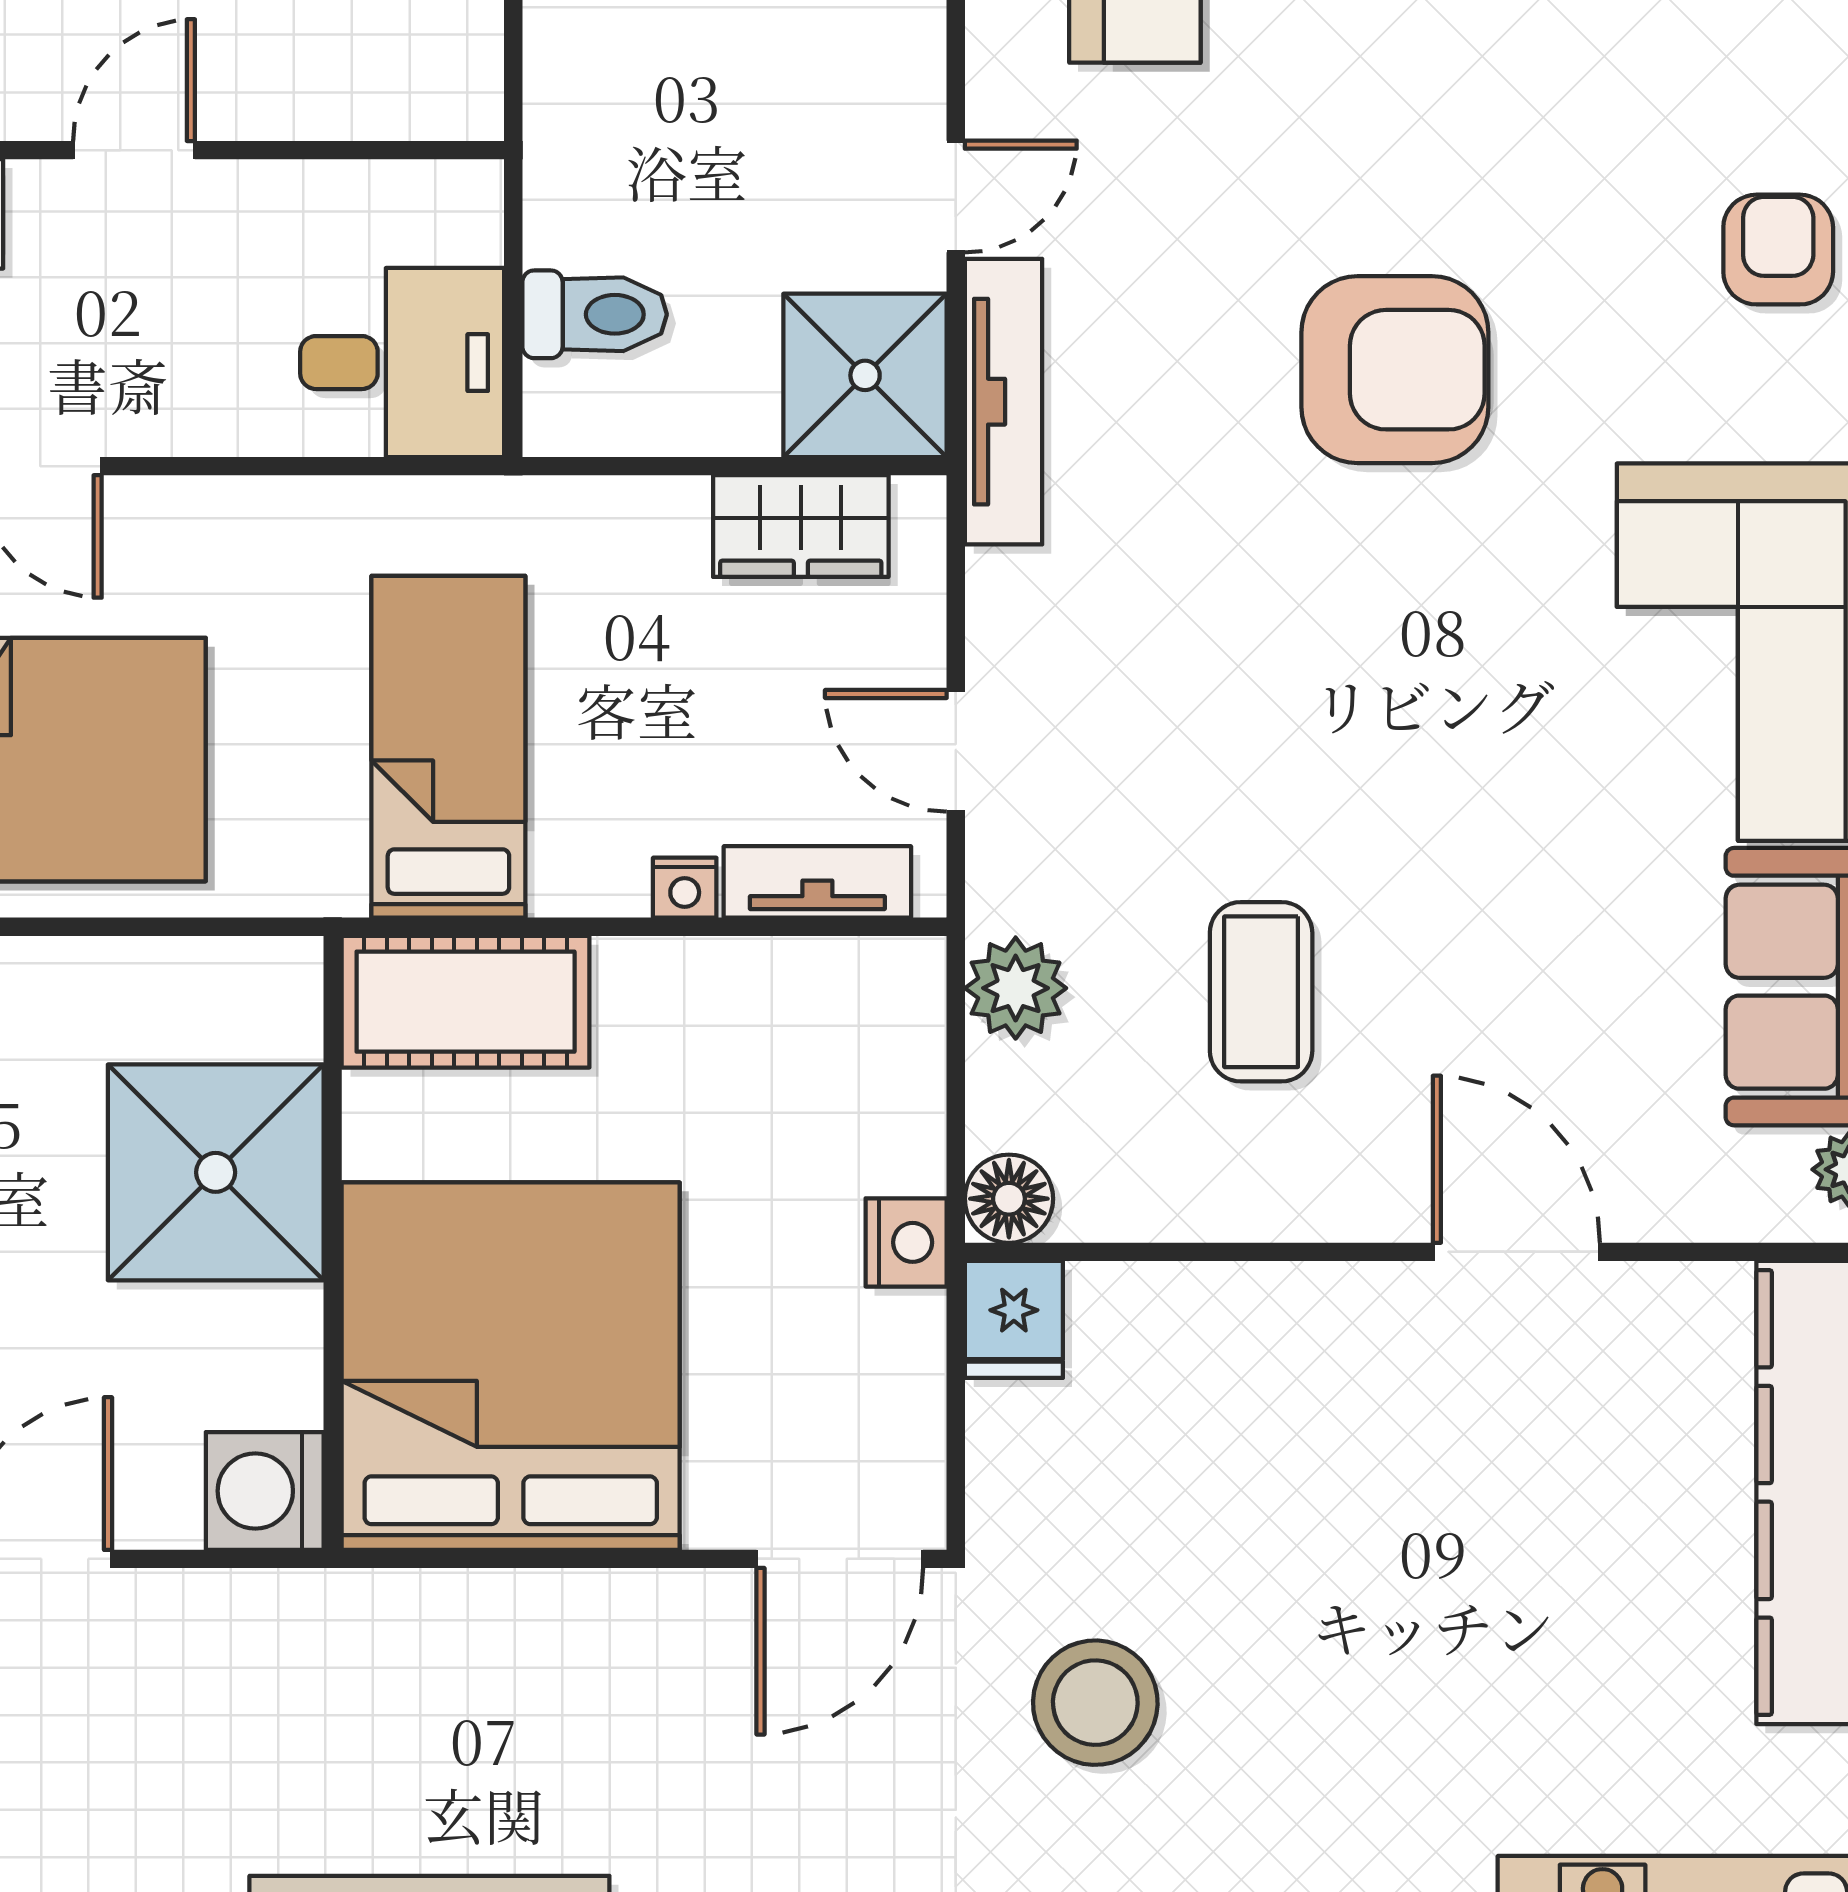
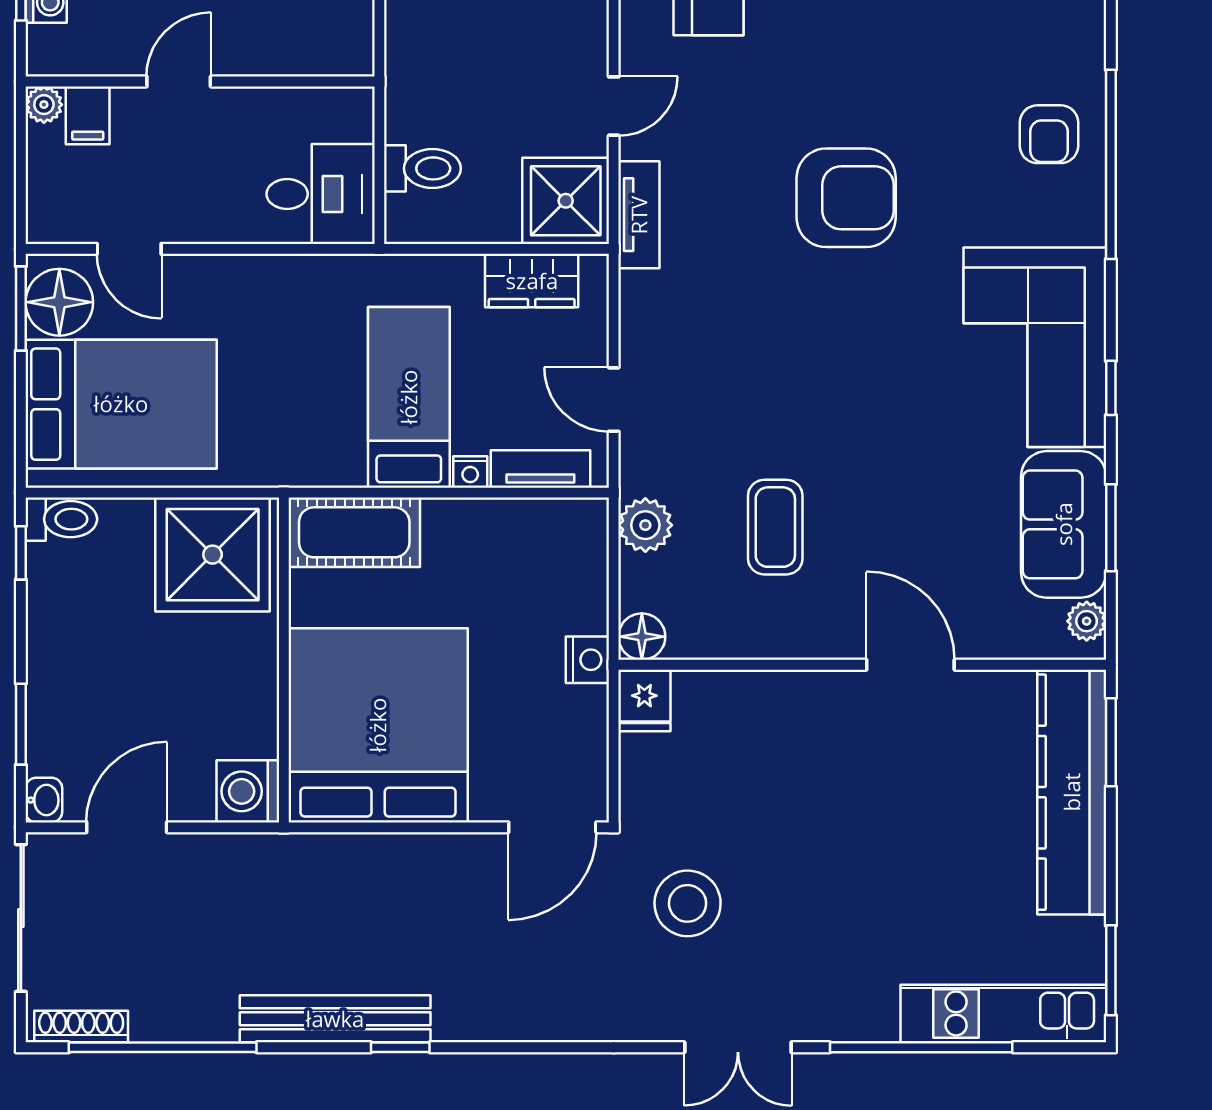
armchair: (1778, 250) -> (1049, 134), turned 180
tv unit: (1003, 402) -> (639, 215), width x0.71
bed: (448, 747) -> (409, 397), moved
shower: (216, 1172) -> (213, 555), moved

